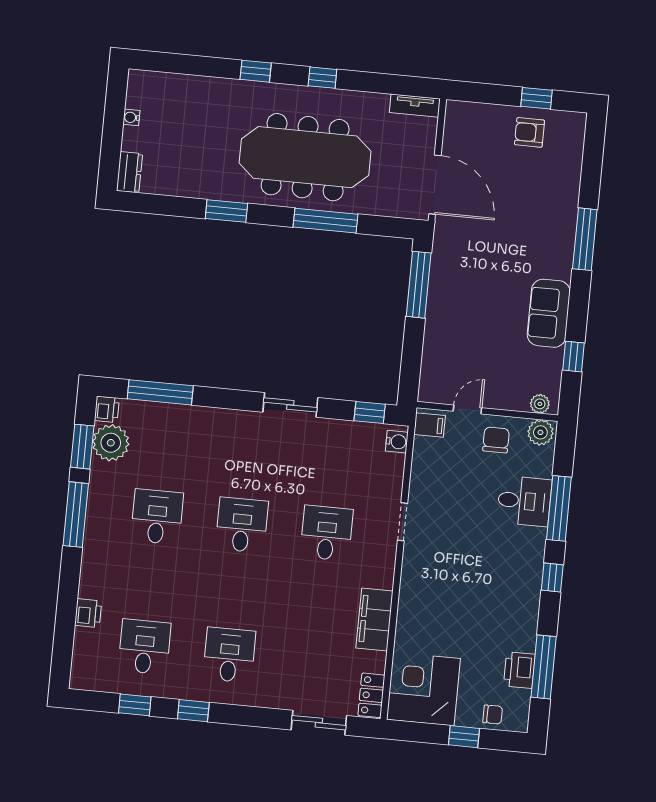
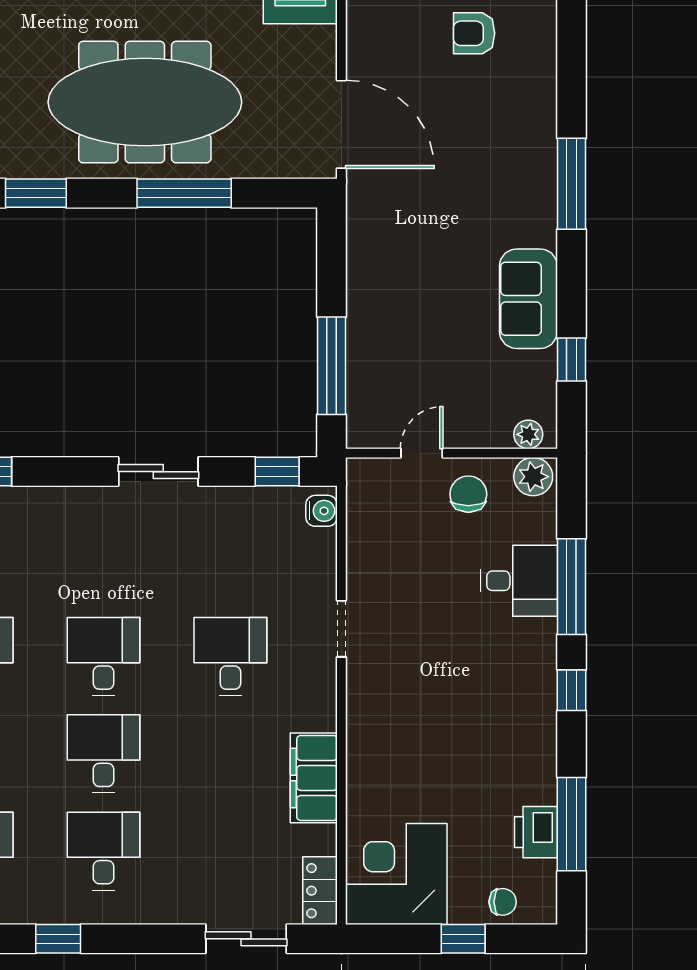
window: (419, 285) -> (331, 366), moved
filing cabinet: (430, 425) -> (368, 482), removed
desk: (236, 590) -> (104, 754), added

